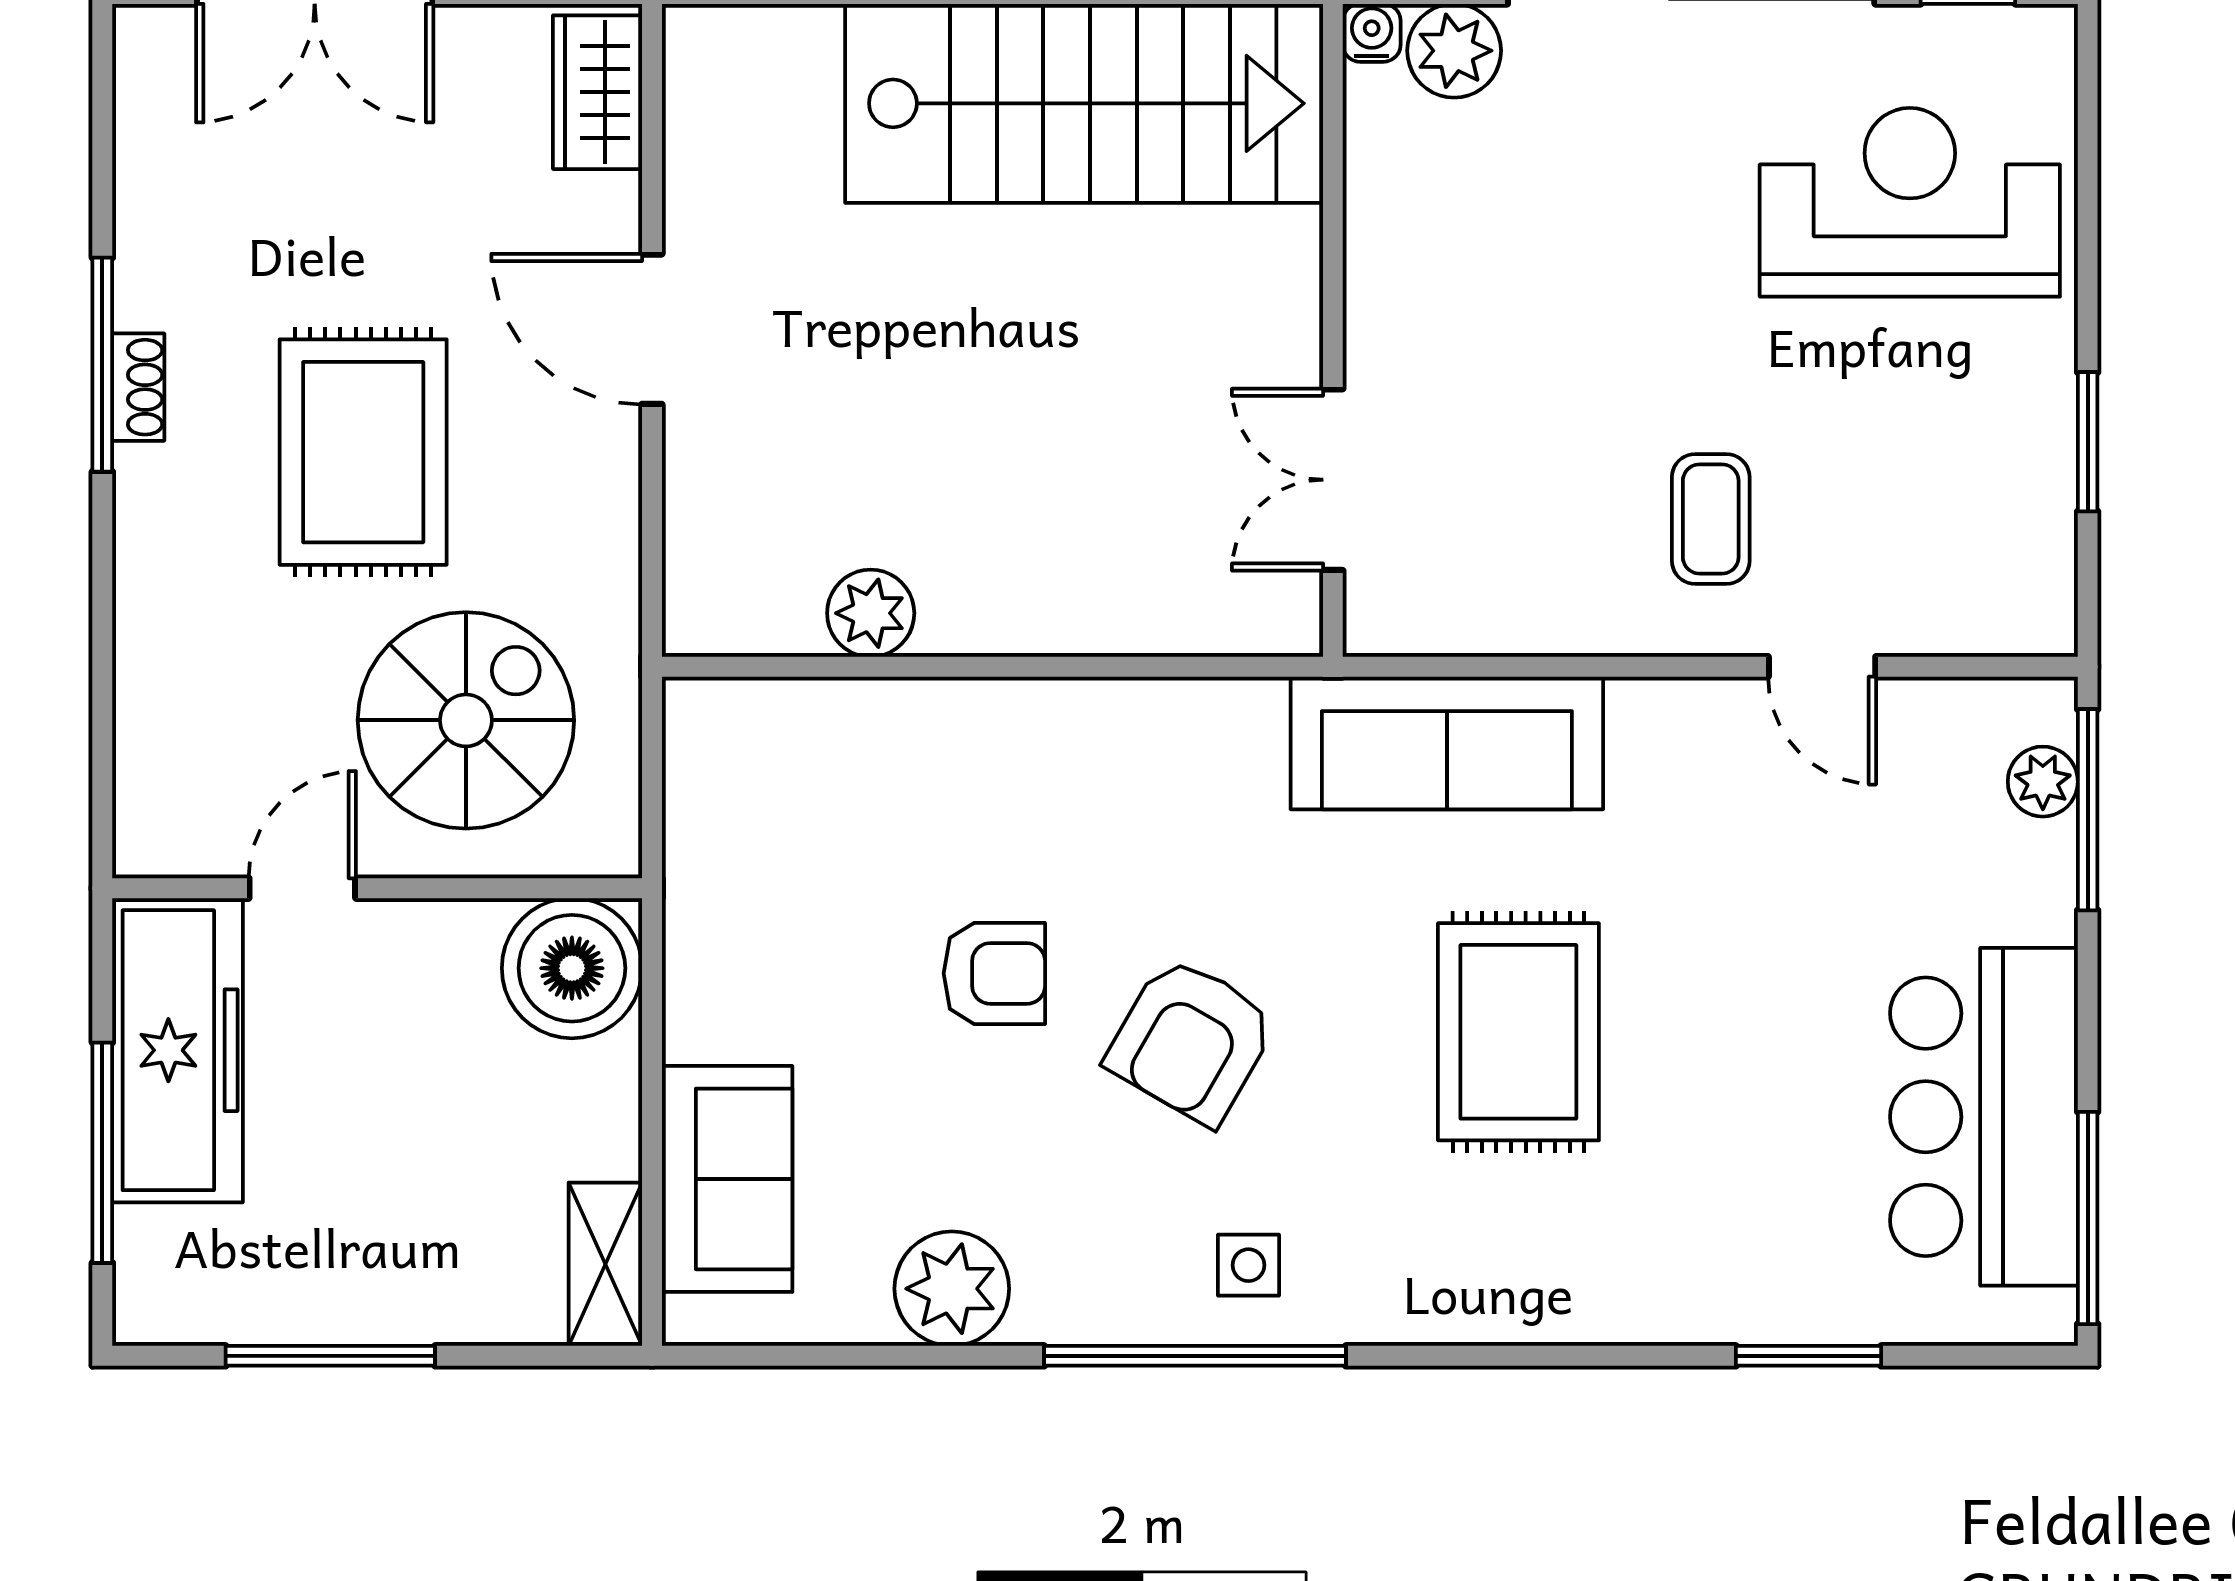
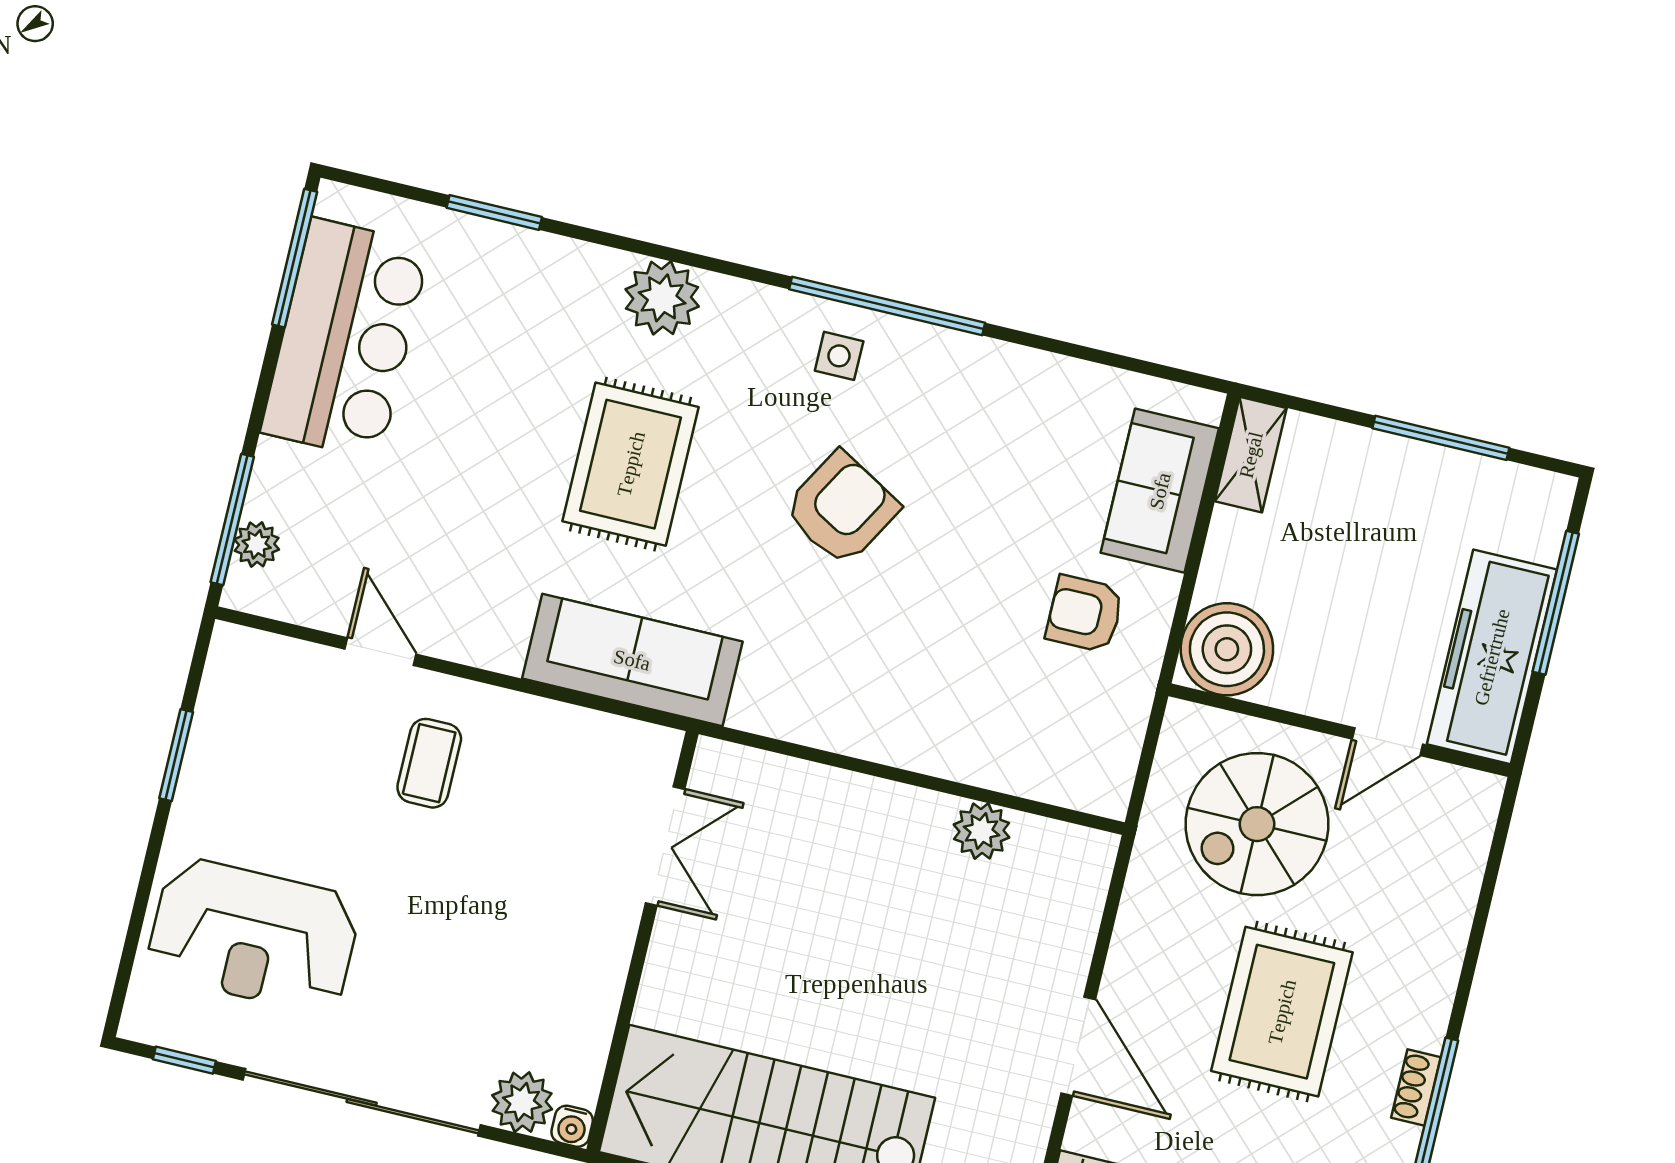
armchair: (994, 973) -> (1085, 614), moved
plant: (952, 1289) -> (662, 298), moved

